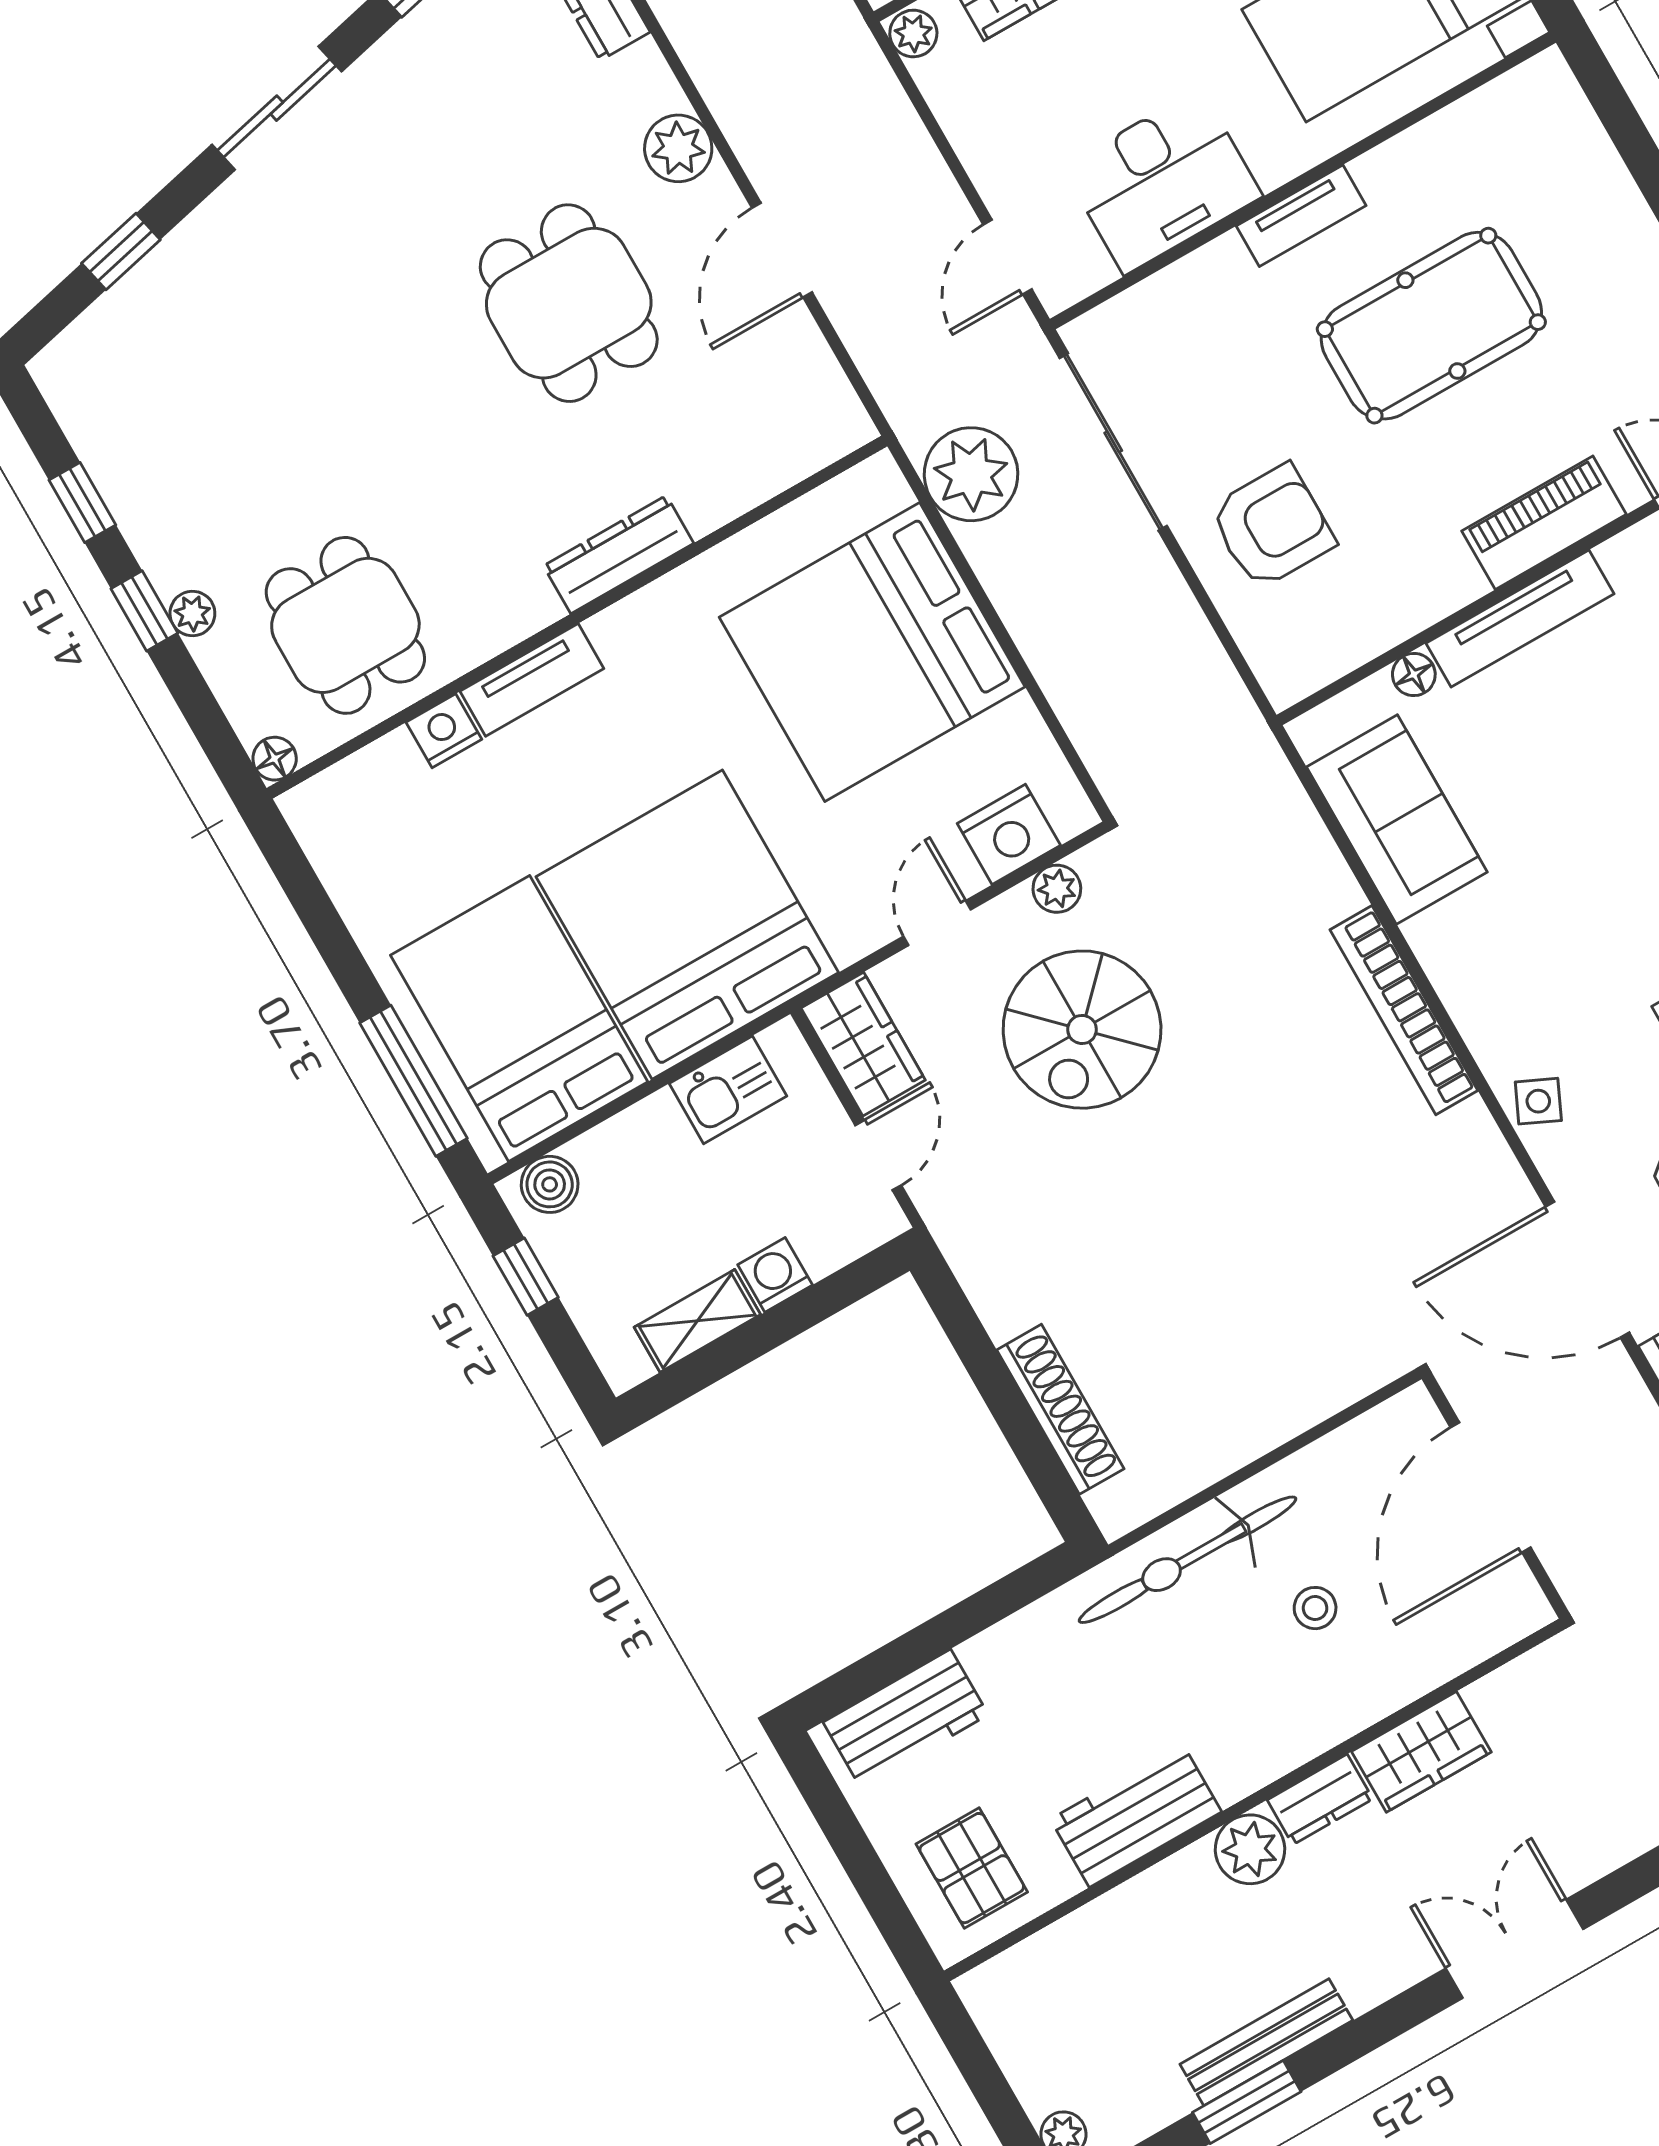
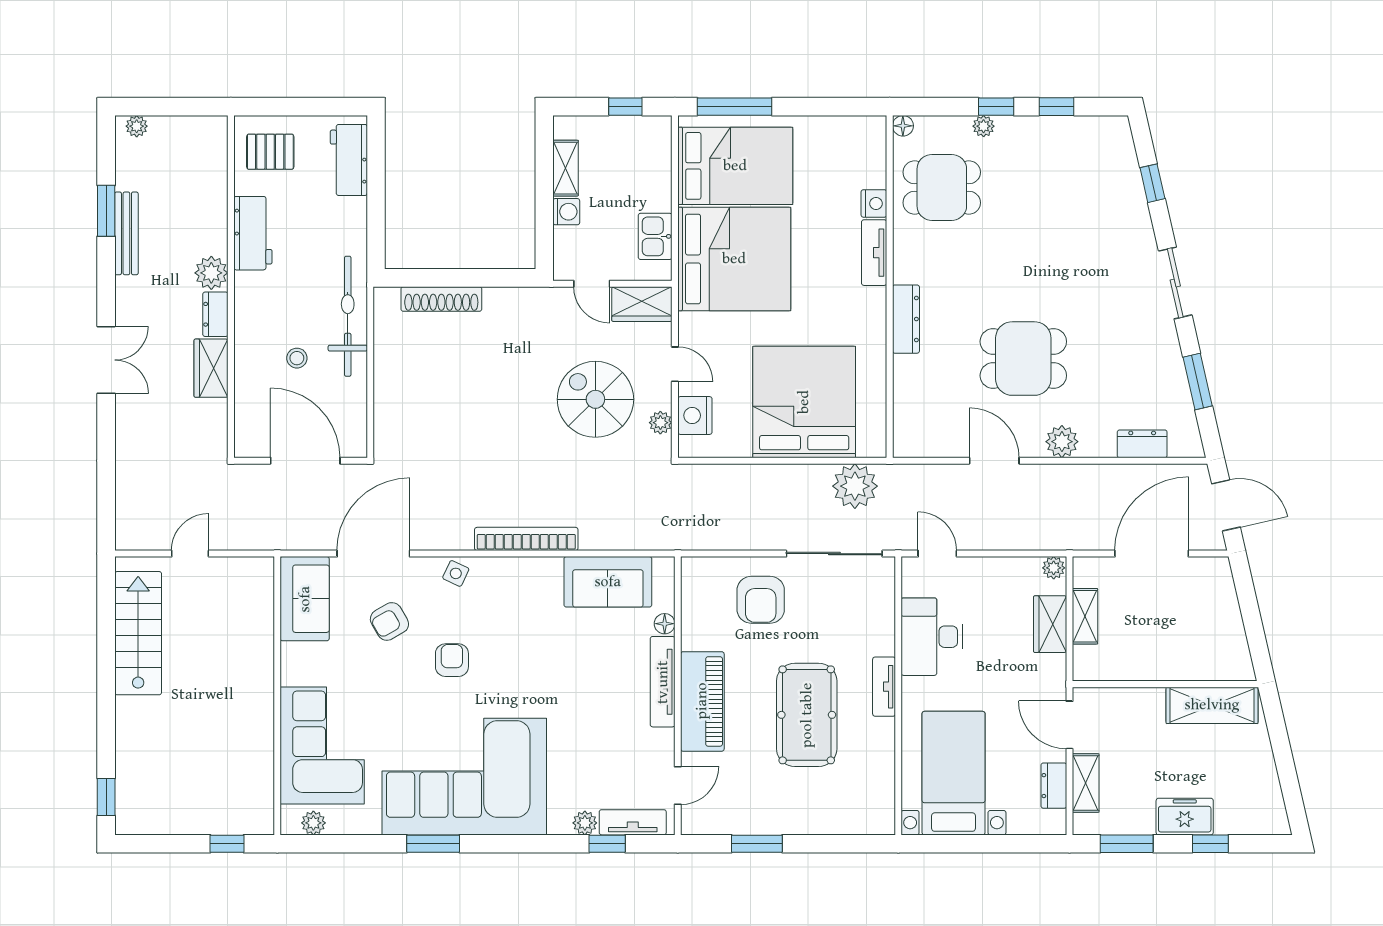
piano: (1544, 523) -> (702, 701), width x1.37, depth x1.33
boiler: (550, 1184) -> (658, 139), removed

